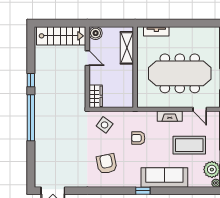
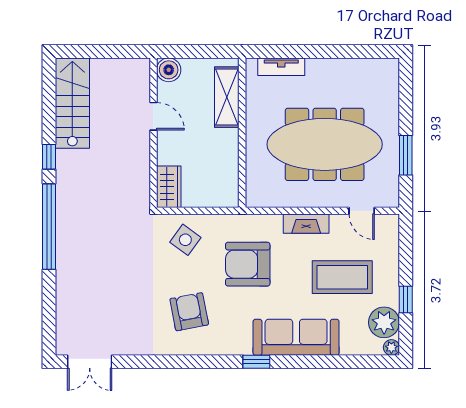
stairs: (61, 36) -> (72, 103), moved, turned -90
armchair: (138, 138) -> (248, 264), width x1.88, depth x1.88

